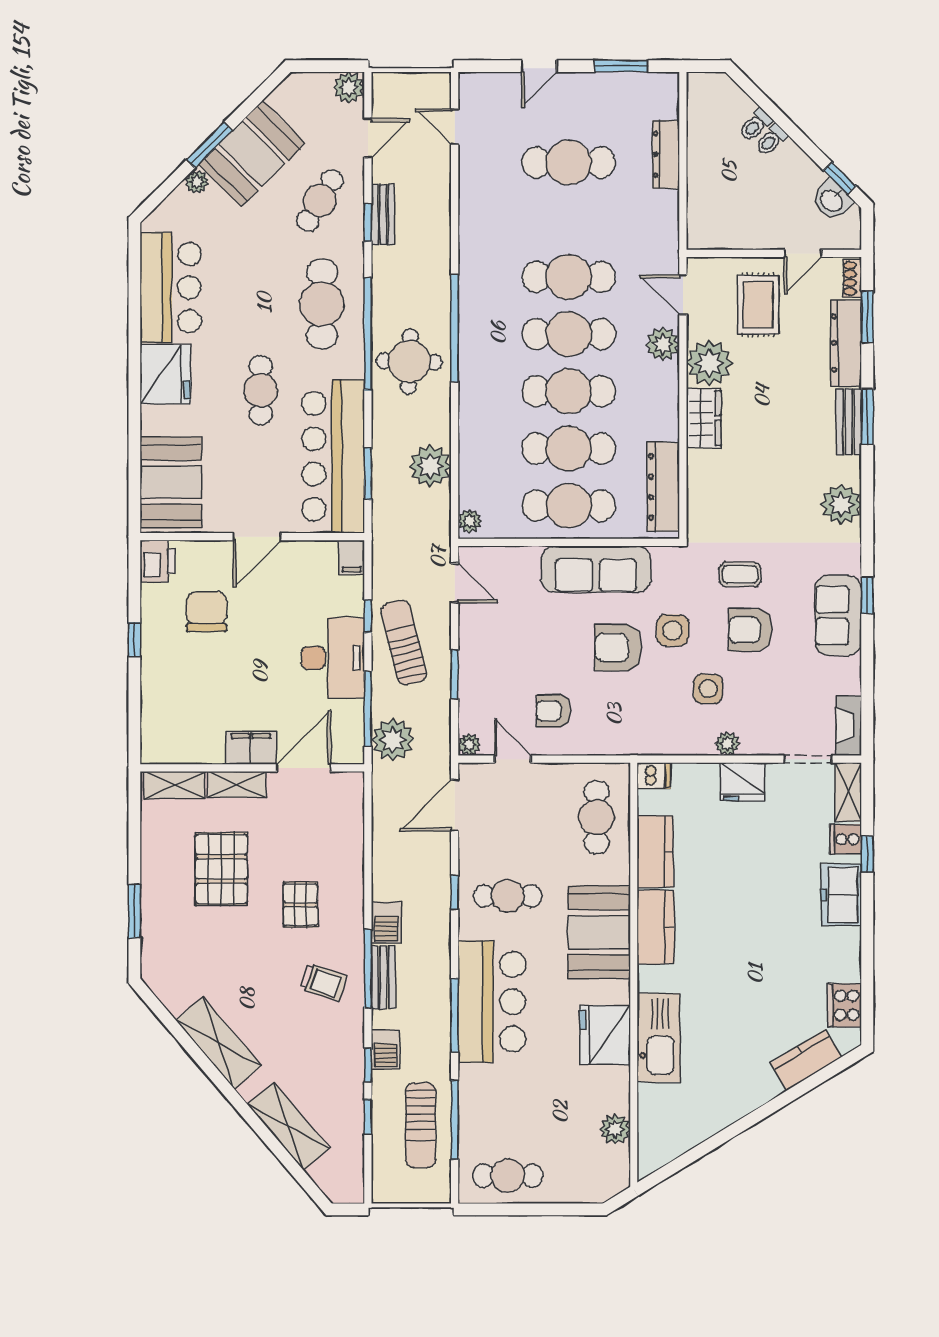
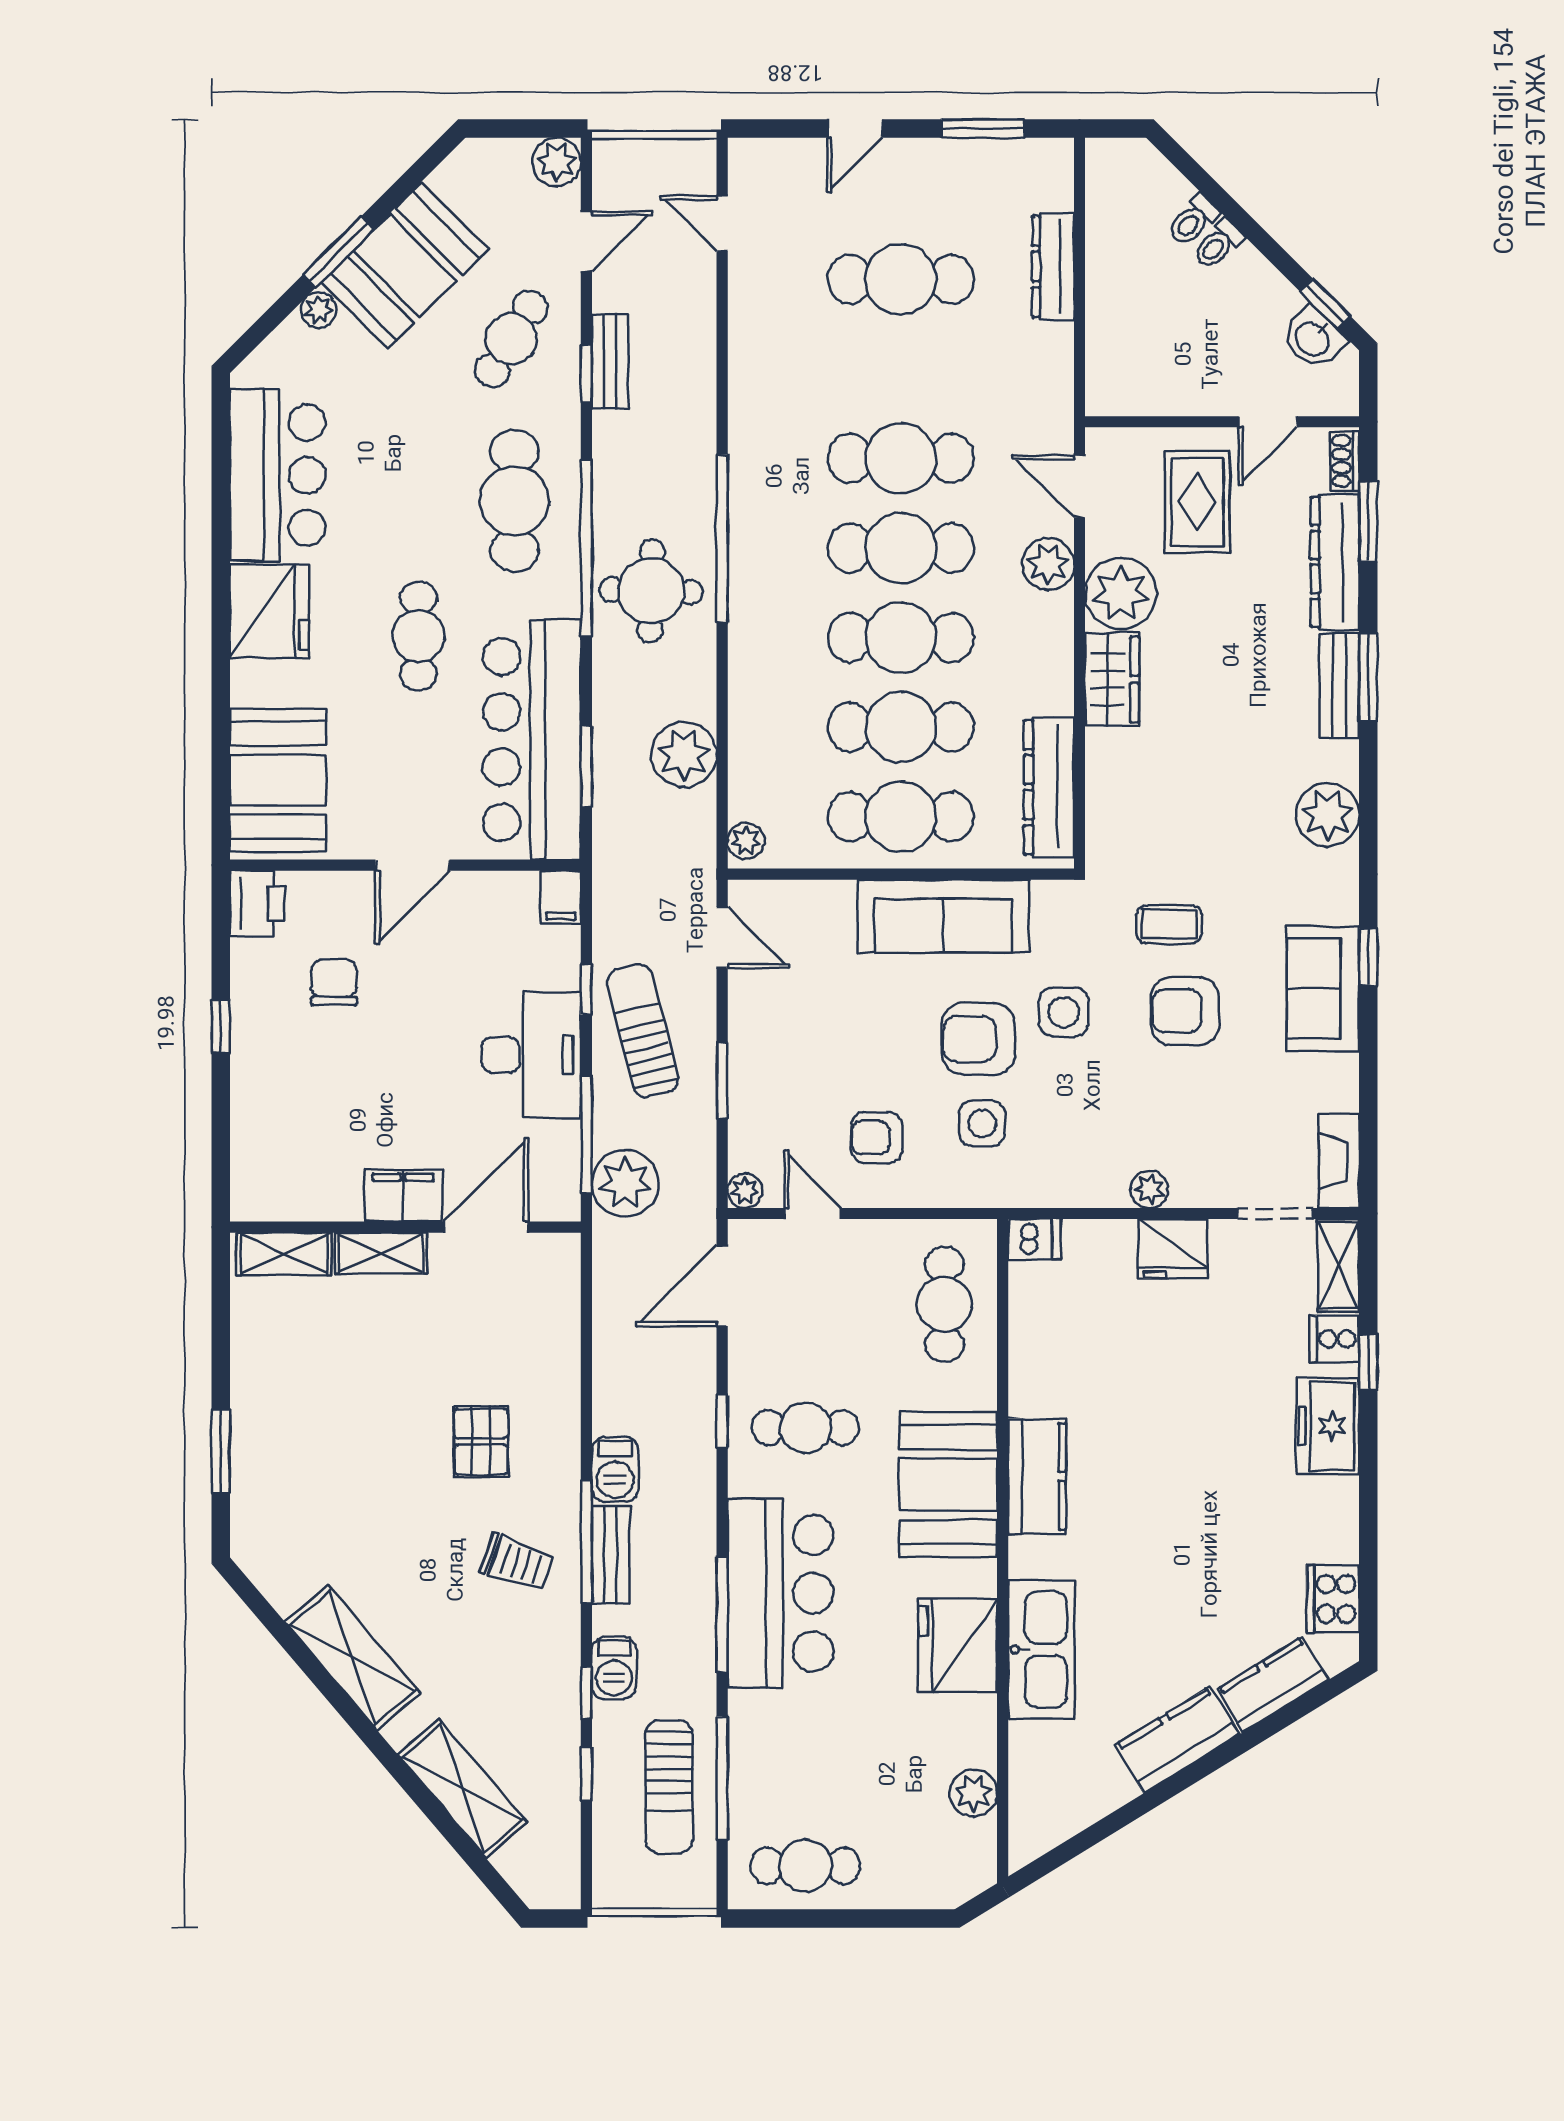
chair: (207, 612) -> (334, 983), width x0.73, depth x0.73
side table: (708, 689) -> (982, 1123), moved
kitchen counter: (655, 852) -> (1177, 1740), moved, turned -122
pallet: (221, 869) -> (357, 1386), removed

